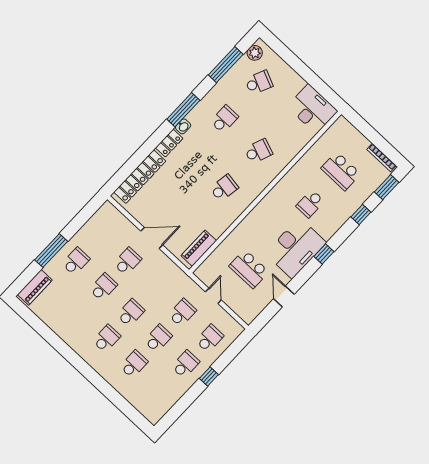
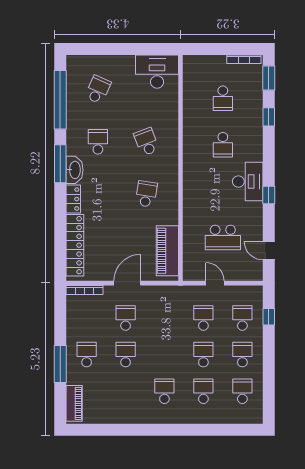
plant: (255, 53) -> (74, 70), removed
window: (226, 65) -> (60, 100), width x1.46
washbasin: (183, 126) -> (74, 170), width x1.91, depth x1.45
school desk: (258, 151) -> (146, 142), turned -42
school desk: (341, 171) -> (223, 98), width x0.54
bookcase: (117, 215) -> (85, 290), added
piano: (199, 248) -> (167, 251), width x1.37, depth x1.33
desk: (296, 248) -> (248, 182), width x0.73, depth x0.77
window: (324, 254) -> (269, 195), moved
door: (284, 296) -> (269, 251), moved
school desk: (131, 313) -> (242, 391), moved
window: (209, 376) -> (269, 317), moved

